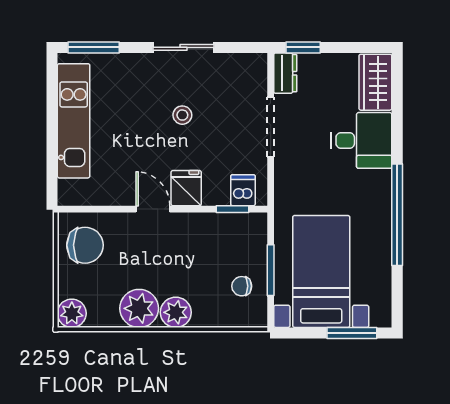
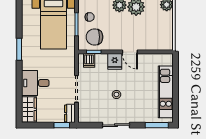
window: (397, 215) -> (19, 49), width x0.47
chair: (85, 245) -> (95, 37), moved

